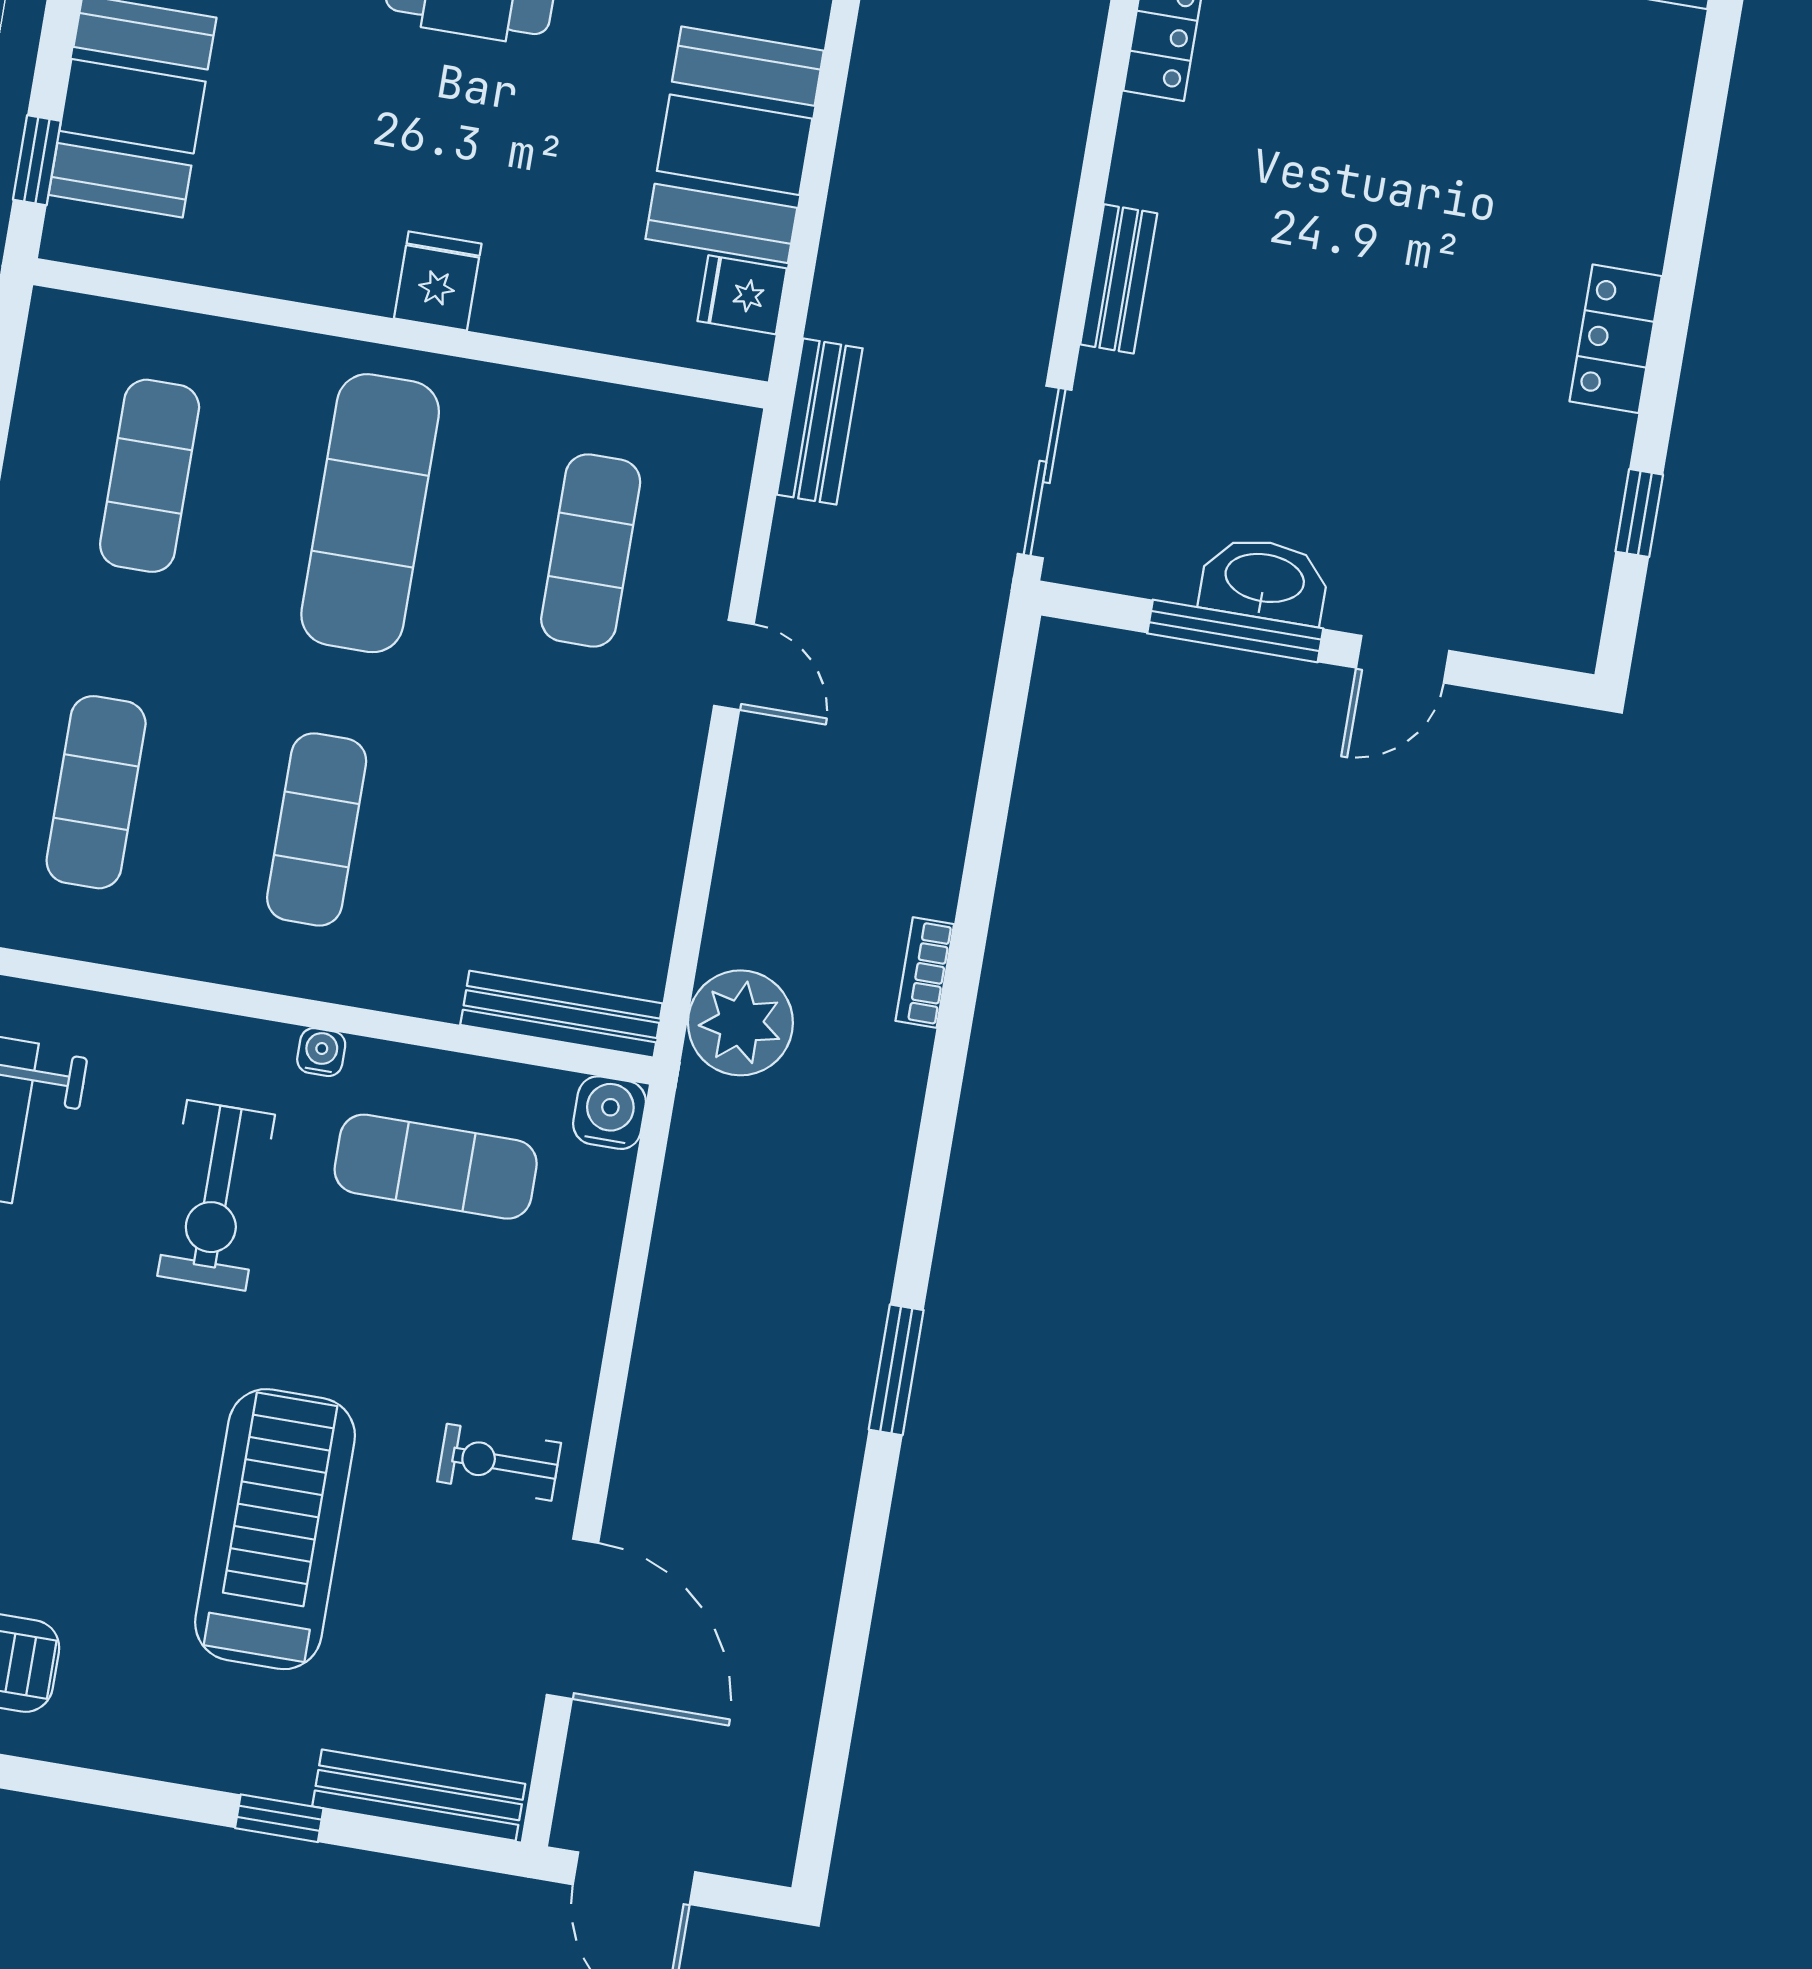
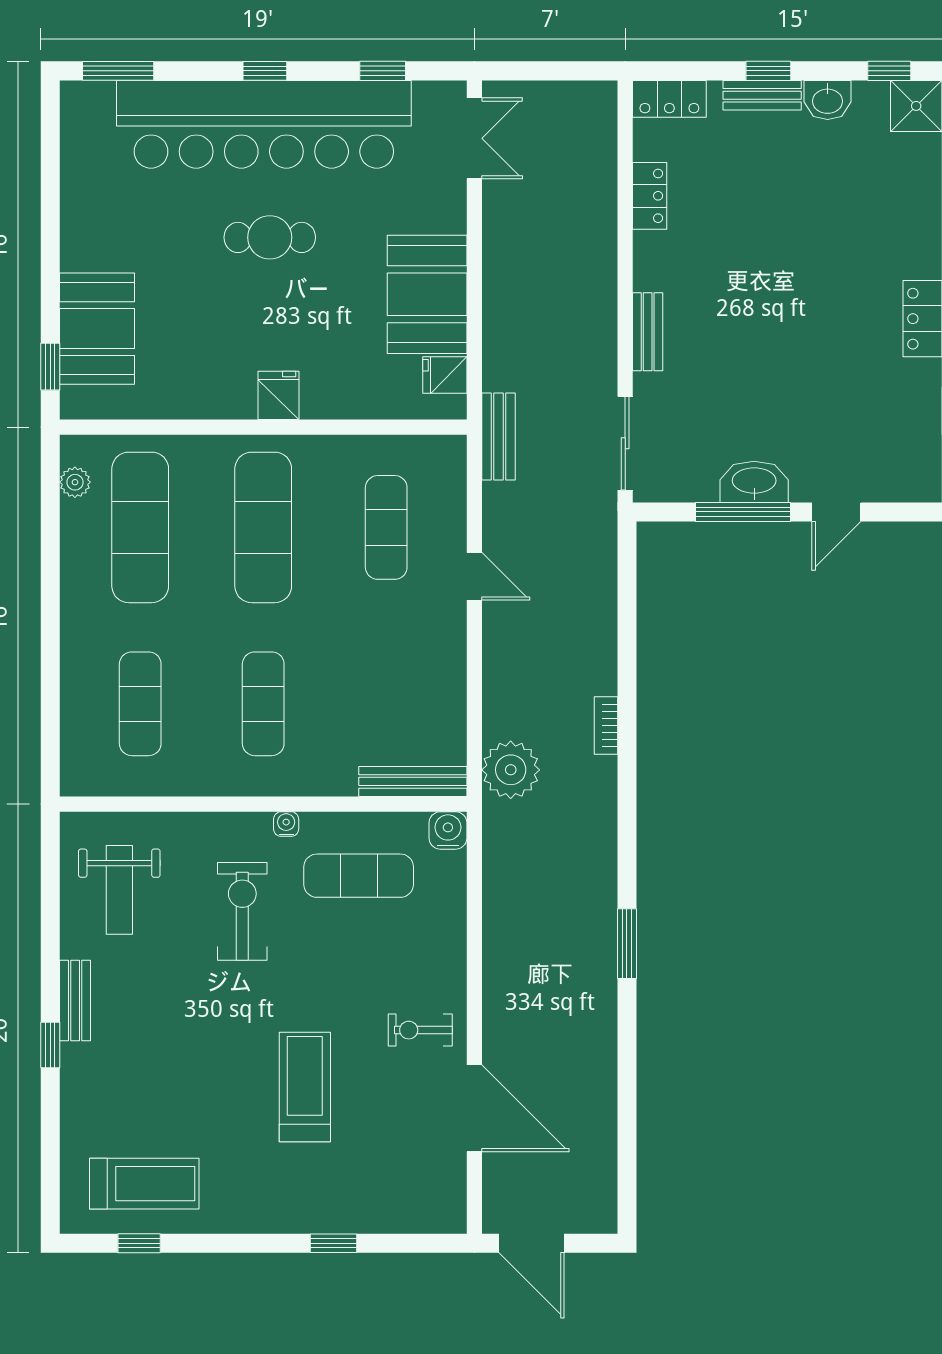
plant: (46, 375) -> (75, 482), added
exercise mat: (150, 476) -> (140, 527), width x1.36, depth x1.45
exercise bike: (216, 1195) -> (242, 911), turned 180
treadmill: (275, 1529) -> (305, 1087), width x0.73, depth x0.73
bench: (419, 1795) -> (407, 1218), removed

